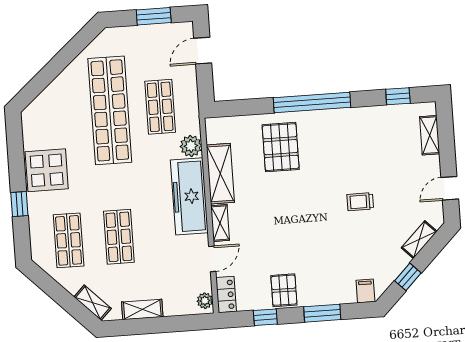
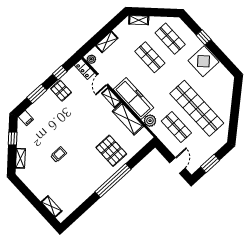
window: (398, 96) -> (78, 212), removed
door: (450, 188) -> (25, 191), removed
shelving: (142, 309) -> (107, 42), moved

